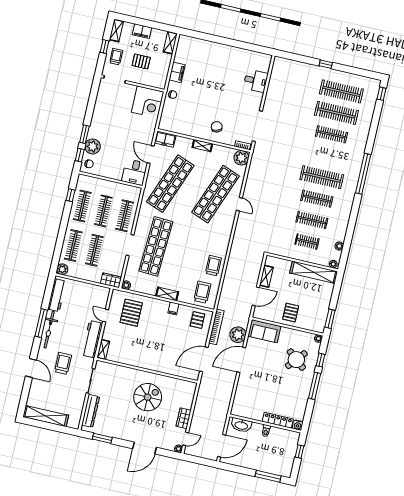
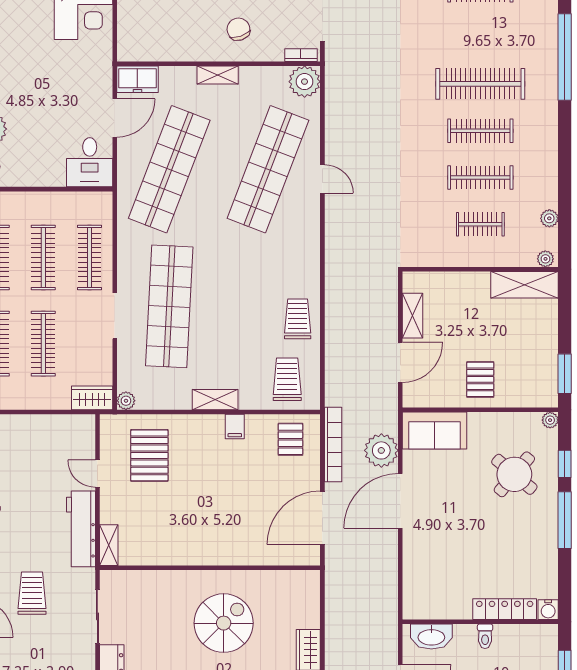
door: (151, 154) -> (115, 118), swing flipped
shelving: (314, 272) -> (525, 285), width x0.68

